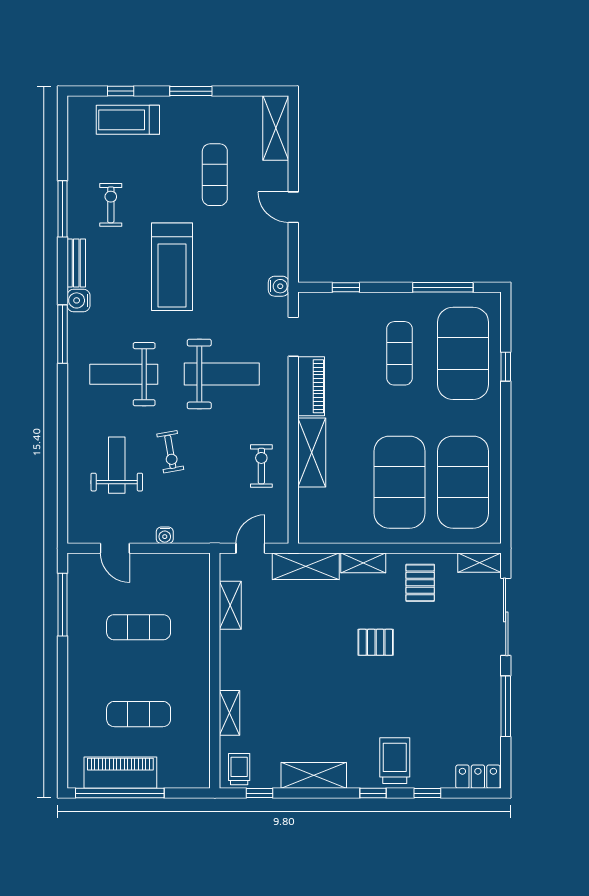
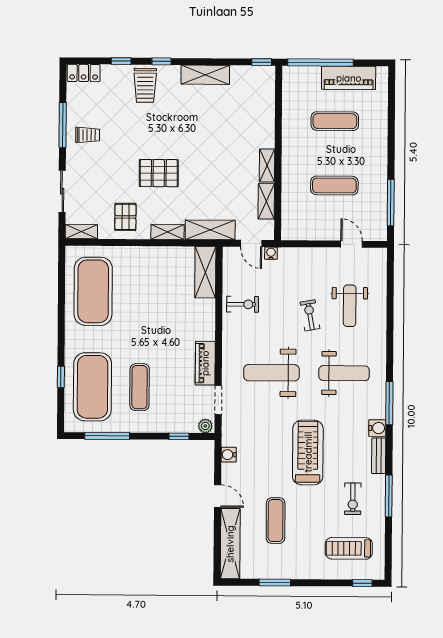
window: (121, 91) -> (362, 583), moved
window: (191, 91) -> (275, 583), moved
treadmill: (128, 120) -> (349, 548), moved, turned 180
shelving: (276, 128) -> (230, 544), width x1.47
water cooler: (279, 286) -> (229, 455), moved
plant: (310, 302) -> (205, 426), added
shelving: (312, 452) -> (205, 272), moved
exercise bike: (261, 466) -> (243, 304), turned -90
exercise mat: (400, 482) -> (140, 292), removed
water cooler: (165, 535) -> (271, 253), moved
door: (250, 548) -> (251, 243), hinge flipped
sliding door: (506, 617) -> (62, 191), width x0.73
pallet: (376, 642) -> (159, 173), width x1.50, depth x1.42
shelving: (230, 713) -> (267, 165), moved
trolley: (239, 769) -> (88, 135), moved, turned -90
window: (120, 793) -> (321, 62), moved
window: (260, 793) -> (262, 62), moved

